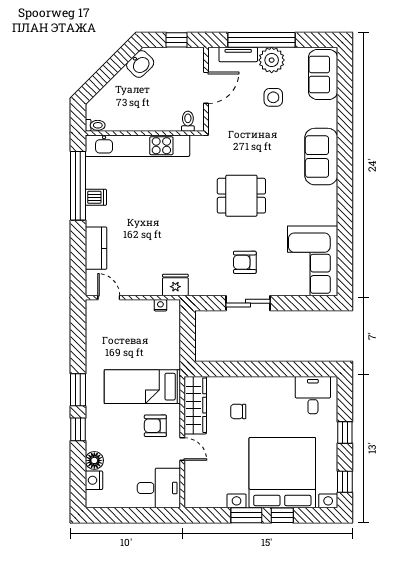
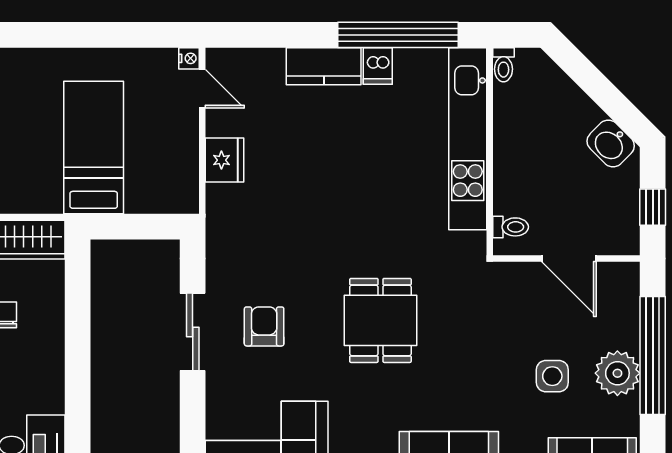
tv unit: (238, 55) -> (627, 315), removed
kitchen counter: (96, 248) -> (324, 66), moved
fridge: (175, 285) -> (225, 160), moved
door: (109, 298) -> (202, 89), hinge flipped
nightstand: (160, 305) -> (189, 58), moved
bed: (142, 387) -> (94, 147), moved
window: (78, 390) -> (42, 35), removed

